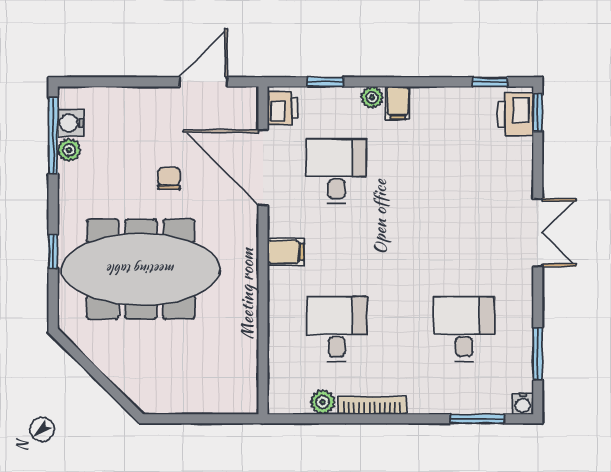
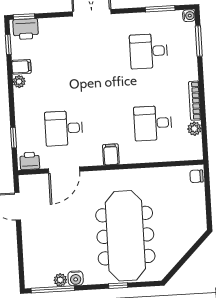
plant: (372, 97) -> (19, 82), moved
filing cabinet: (398, 103) -> (21, 67), moved
water cooler: (71, 123) -> (76, 278), moved
door: (263, 168) -> (64, 170), width x0.73
chair: (169, 179) -> (196, 176), moved

